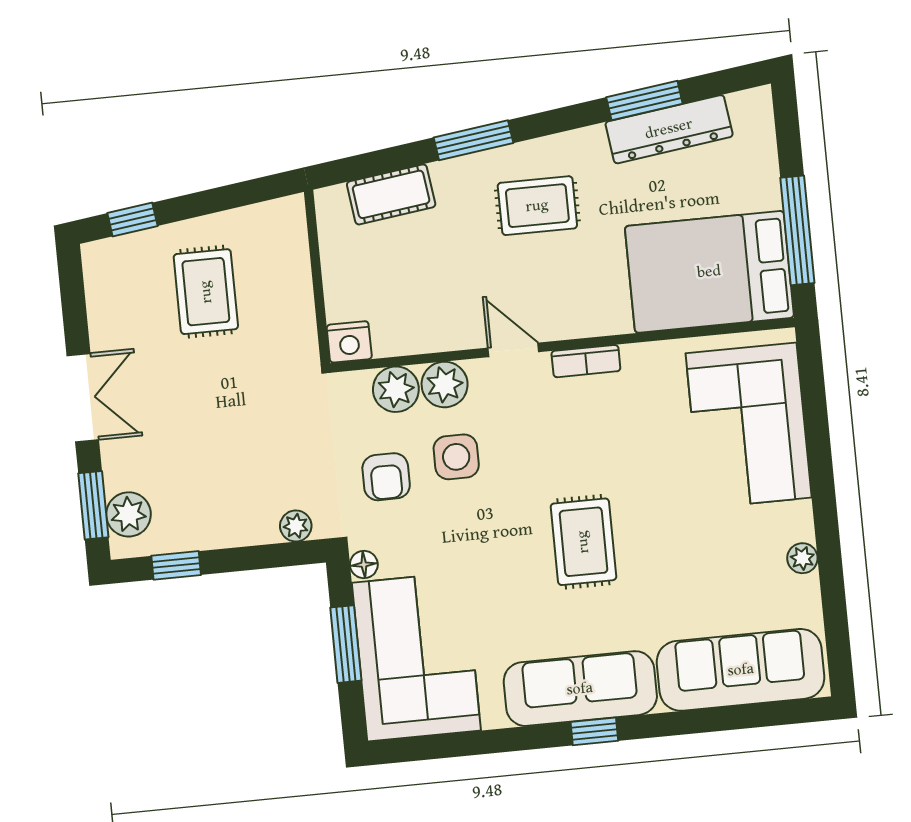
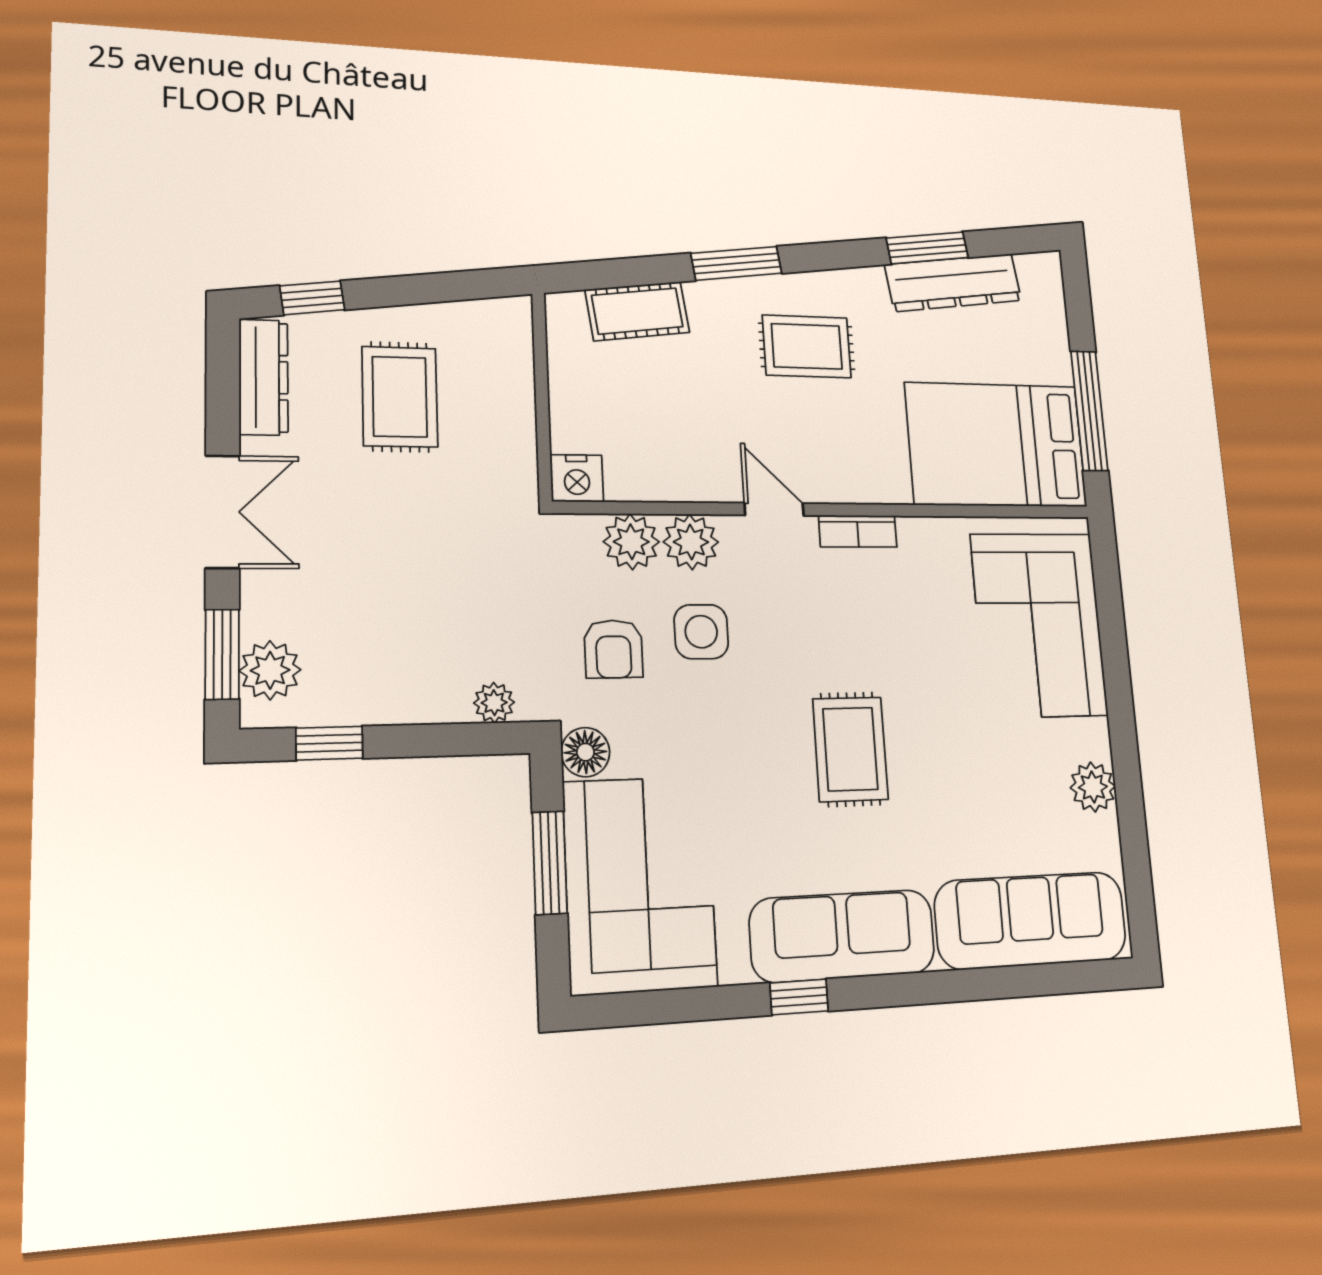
dresser: (102, 289) -> (264, 377), added
plant: (802, 558) -> (1093, 787), width x1.38, depth x1.38
floor lamp: (364, 565) -> (585, 752), width x1.37, depth x1.37
window: (594, 731) -> (799, 997), moved

